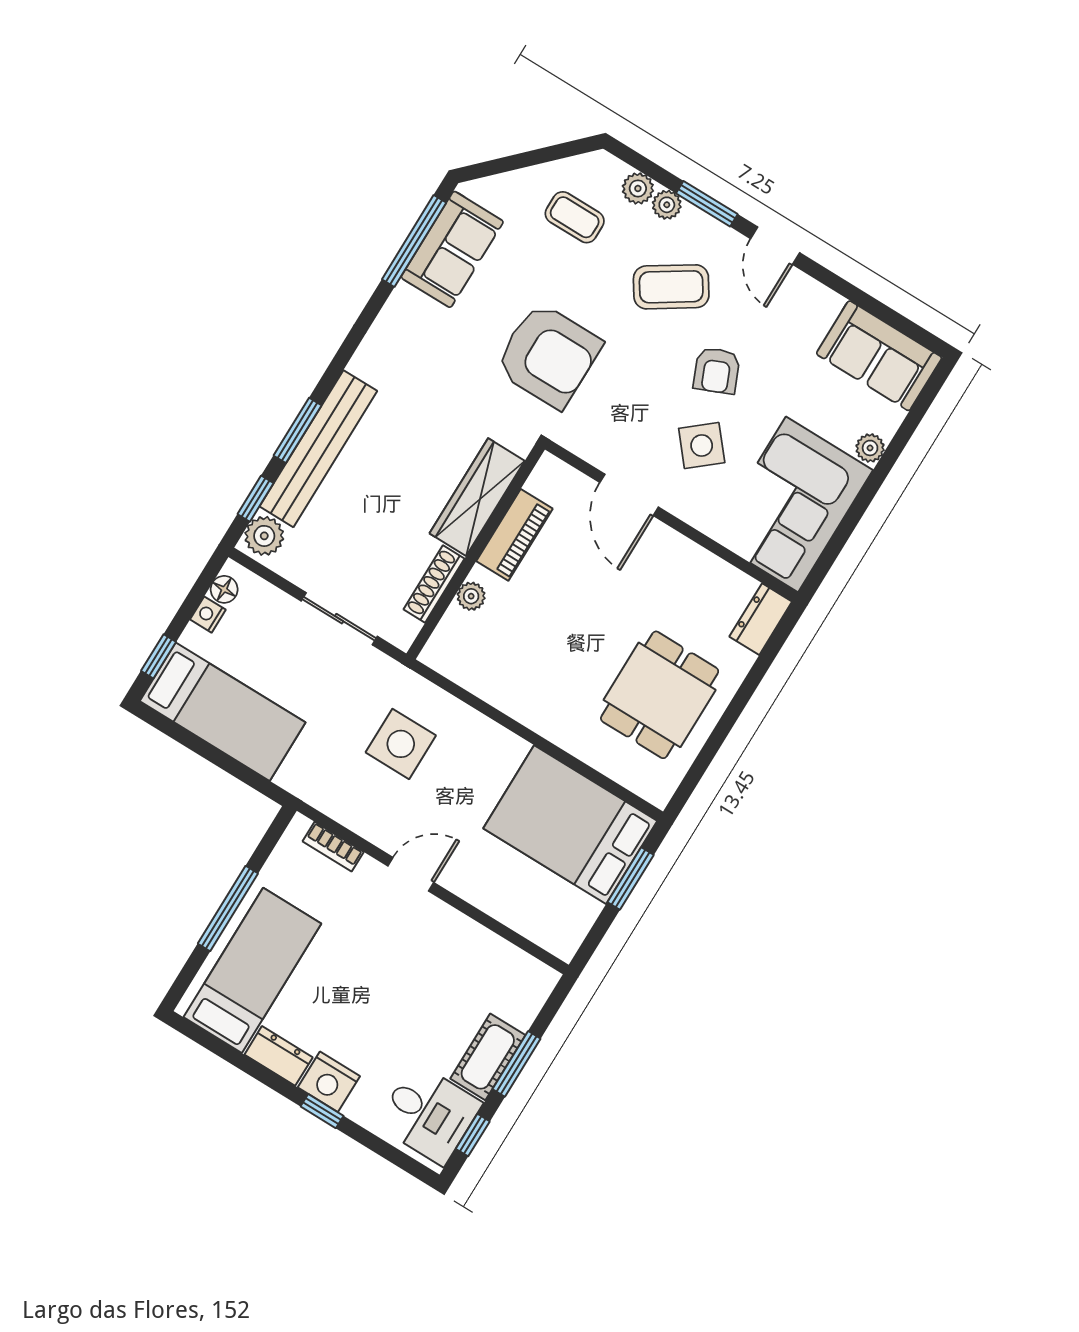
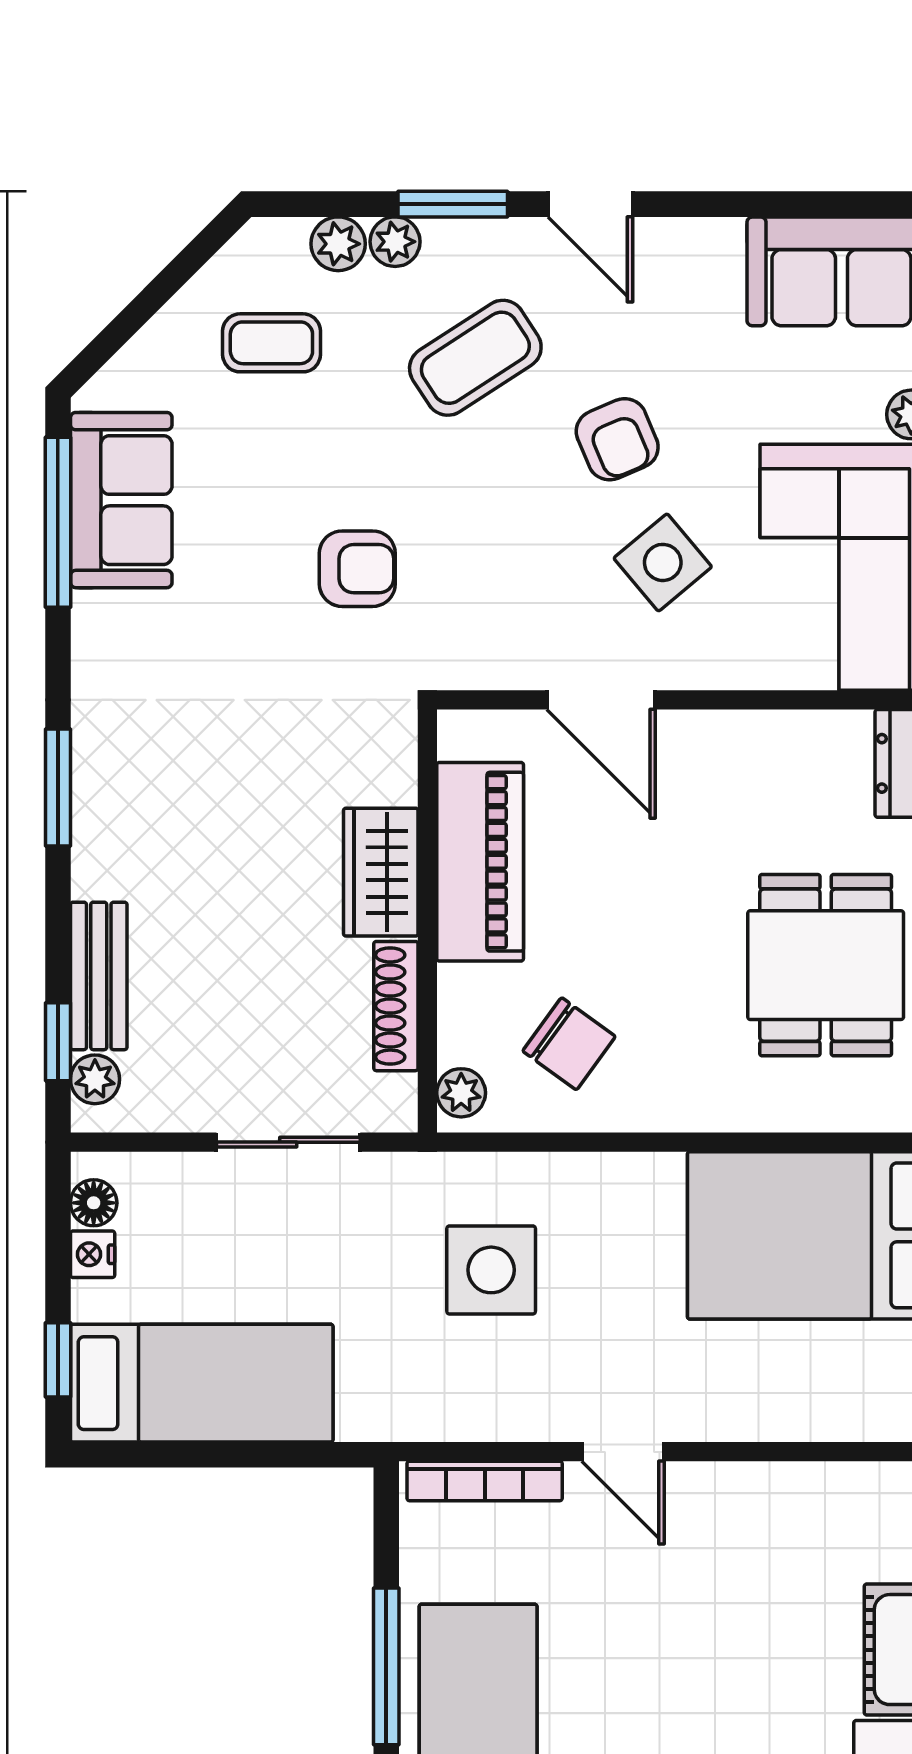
armchair: (548, 355) -> (357, 569), width x0.53, depth x0.53
window: (298, 430) -> (58, 788), moved
bench: (318, 449) -> (99, 976), width x0.54, depth x0.82
wardrobe: (477, 497) -> (381, 872), width x0.67
piano: (515, 535) -> (480, 862), width x1.37, depth x1.33
plant: (264, 536) -> (95, 1079), width x0.73, depth x0.73
plant: (471, 596) -> (461, 1093), moved
chair: (508, 656) -> (569, 1044), added
bookcase: (333, 847) -> (485, 1481), width x1.56
door: (411, 874) -> (623, 1452), swing flipped

